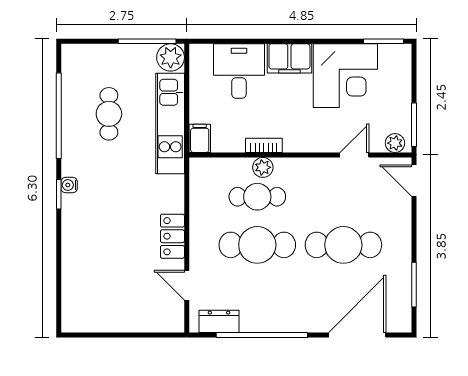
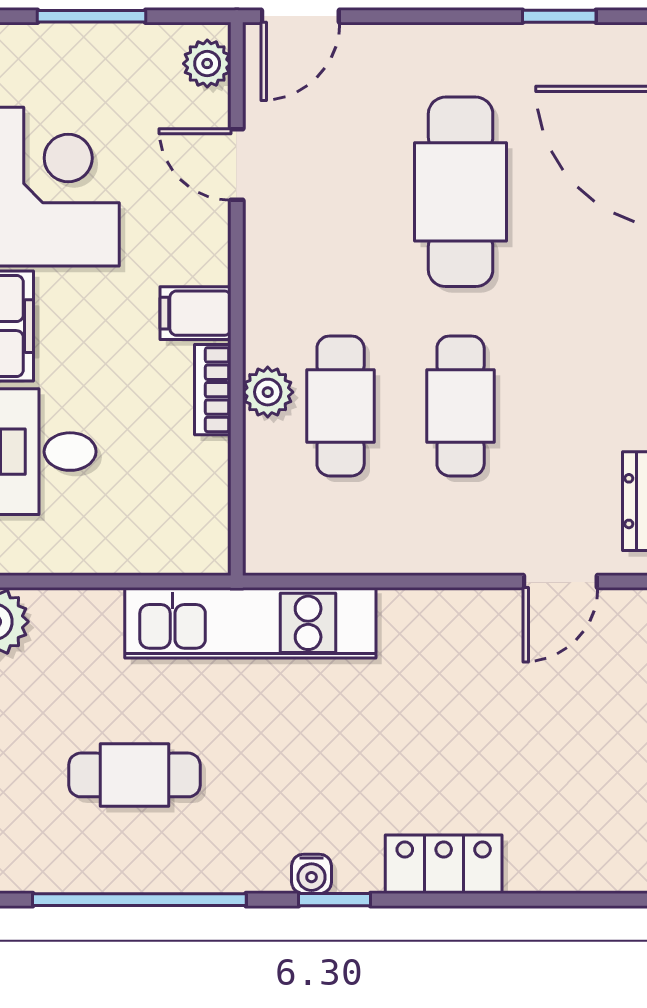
kitchen unit: (170, 124) -> (250, 623), moved
window: (414, 125) -> (92, 16), moved
filing cabinet: (200, 138) -> (195, 313), moved
locker: (172, 236) -> (444, 864), moved, turned 180
cafe table: (257, 245) -> (461, 406), width x0.73, depth x0.74
window: (414, 285) -> (559, 16), width x0.67

